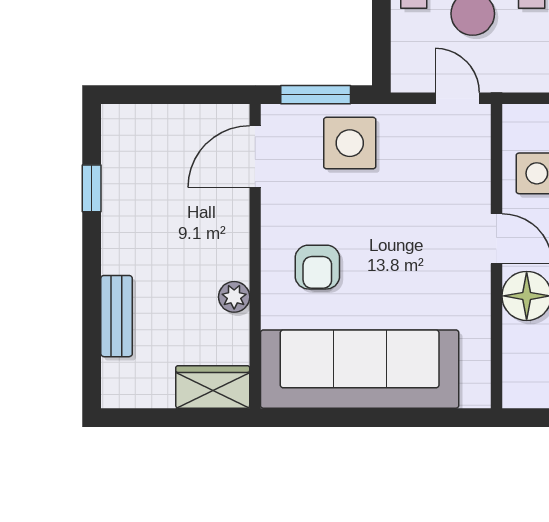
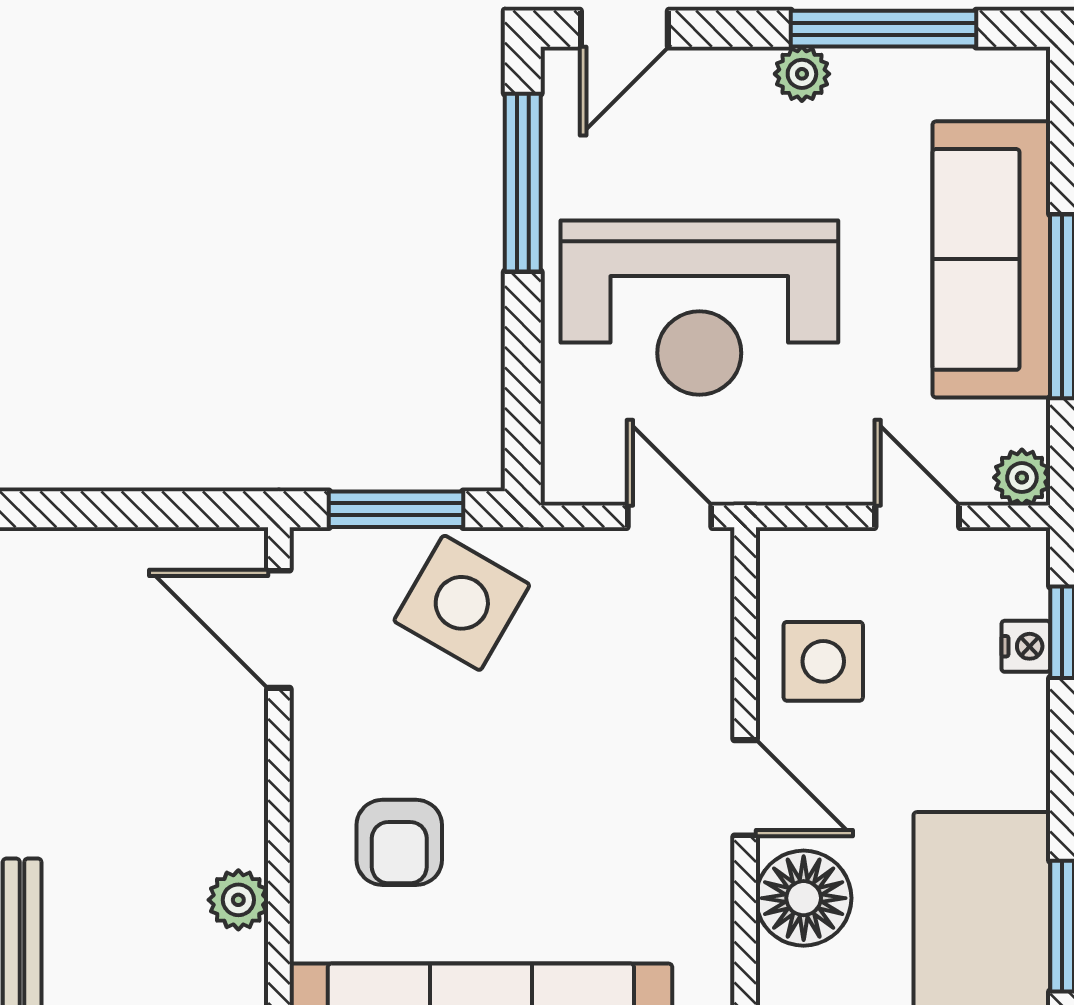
side table: (350, 143) -> (462, 603), turned 30
door: (255, 157) -> (279, 629), hinge flipped

